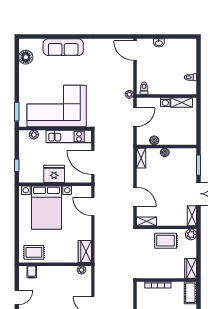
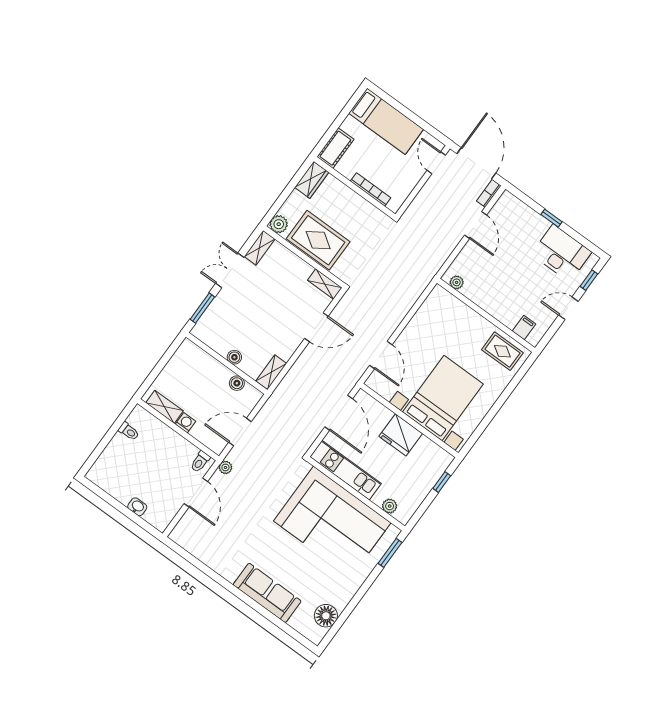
door: (135, 51) -> (196, 493), moved
door: (135, 197) -> (316, 327), swing flipped
rug: (166, 241) -> (318, 240), width x1.36, depth x1.43
wardrobe: (85, 252) -> (435, 303), removed

